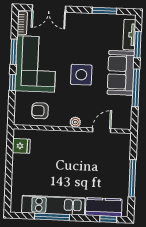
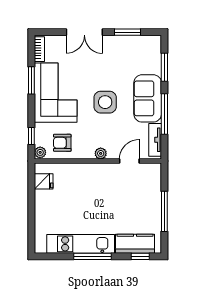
double door: (49, 8) -> (84, 32), moved
tv unit: (129, 35) -> (155, 140), moved
window: (12, 82) -> (31, 136), moved
plant: (19, 119) -> (40, 152), added
window: (52, 217) -> (93, 256), moved

